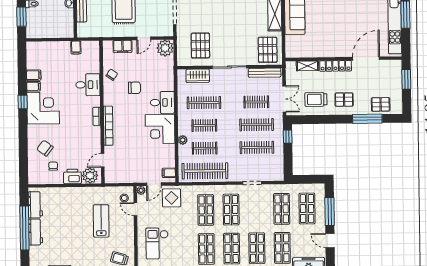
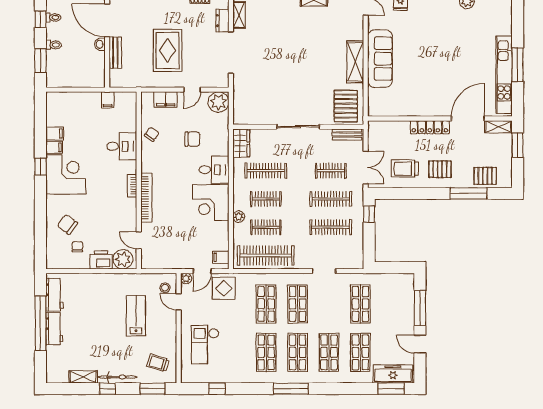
pallet: (200, 45) -> (262, 100), removed
shelving: (307, 66) -> (498, 127), moved
bench: (265, 73) -> (347, 134), width x0.73
wardrobe: (198, 76) -> (241, 143), moved, turned -90
chair: (134, 88) -> (192, 139), moved
door: (103, 160) -> (139, 240), hinge flipped
shop shelf: (307, 208) -> (392, 304), removed

